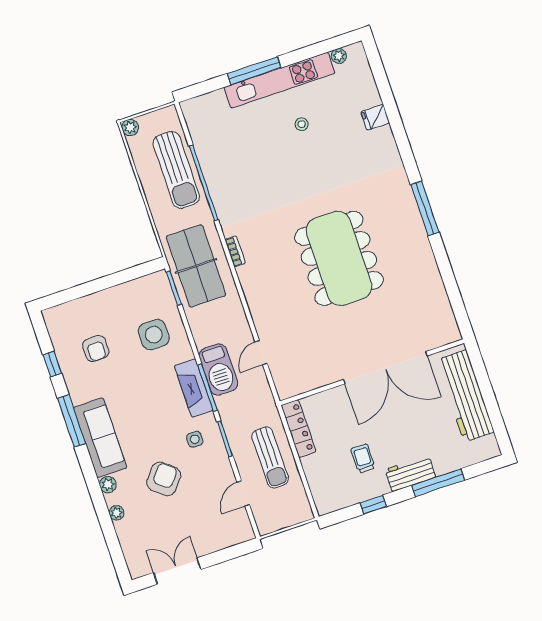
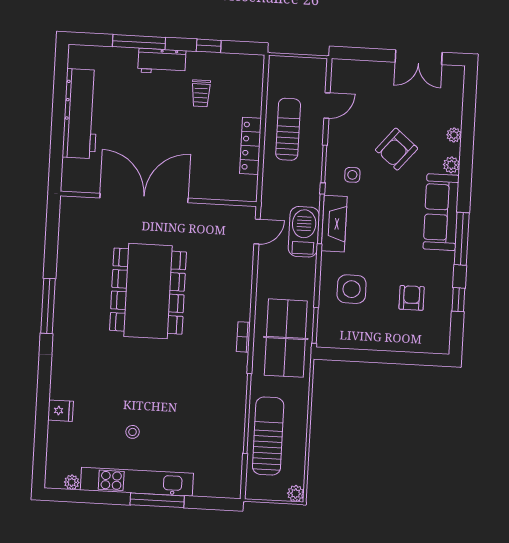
double door: (385, 368) -> (144, 198), moved
wall: (372, 372) -> (158, 199), moved

